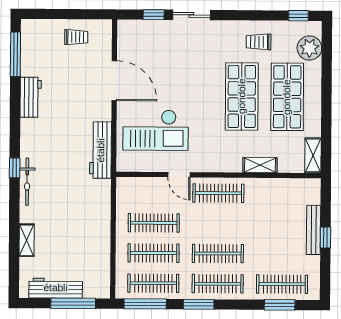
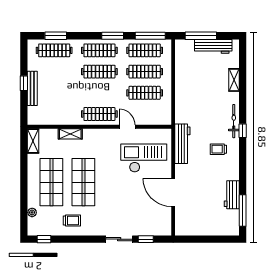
trolley: (76, 37) -> (218, 149), moved
plant: (309, 48) -> (32, 212), width x0.53, depth x0.53
workbench: (31, 97) -> (232, 195), moved

